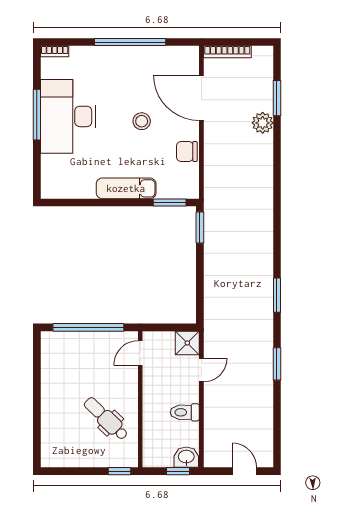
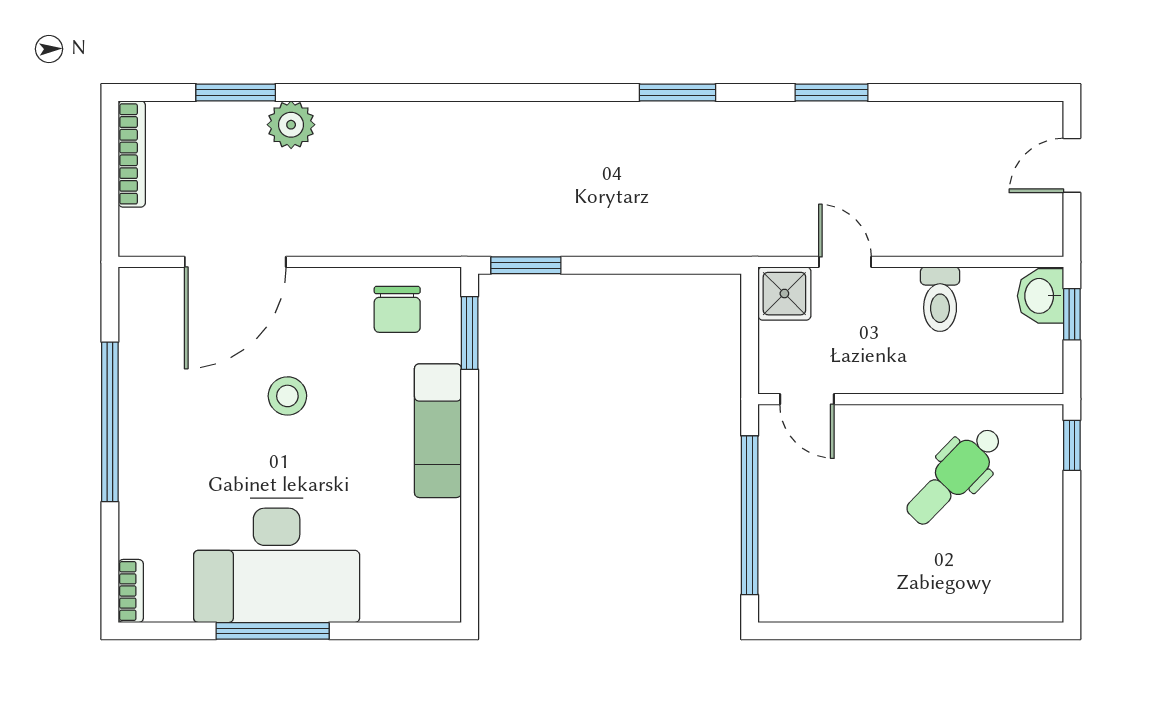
bookcase: (227, 52) -> (132, 154), moved
chair: (187, 151) -> (397, 309), moved

